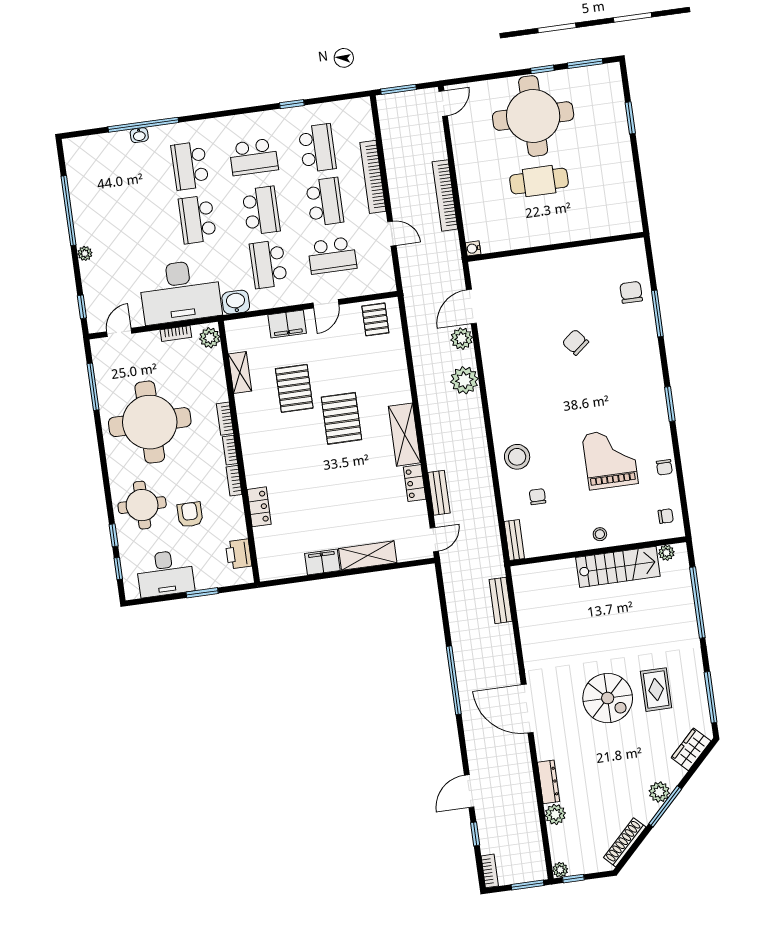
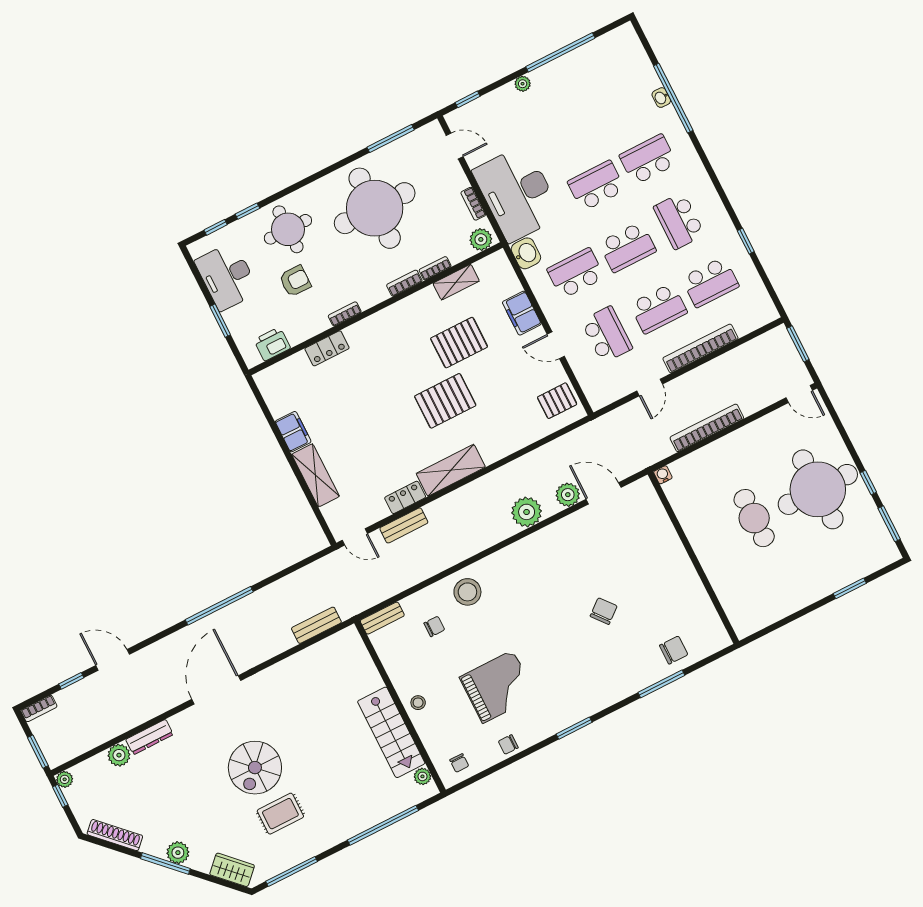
school desk: (332, 255) -> (607, 335), turned 180
bookcase: (230, 450) -> (435, 268), moved

